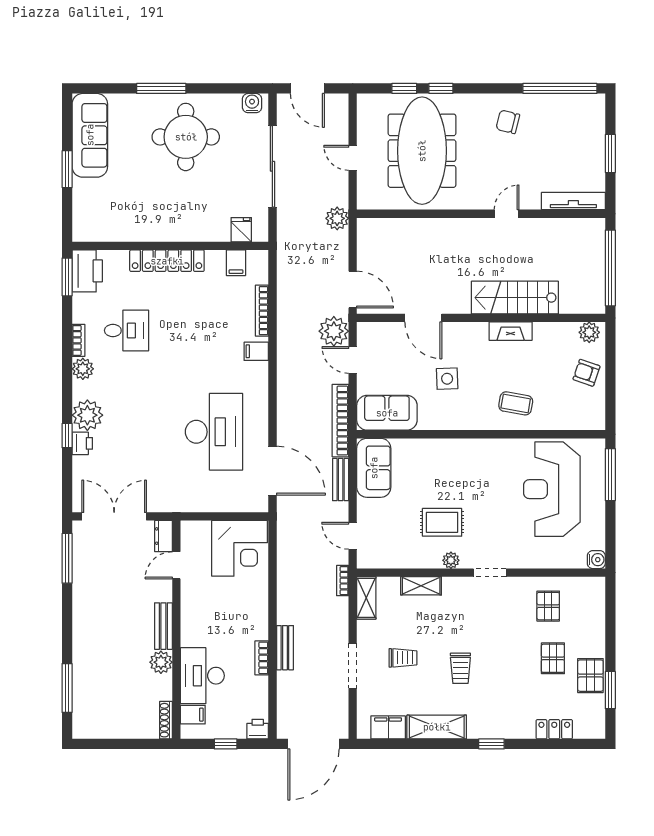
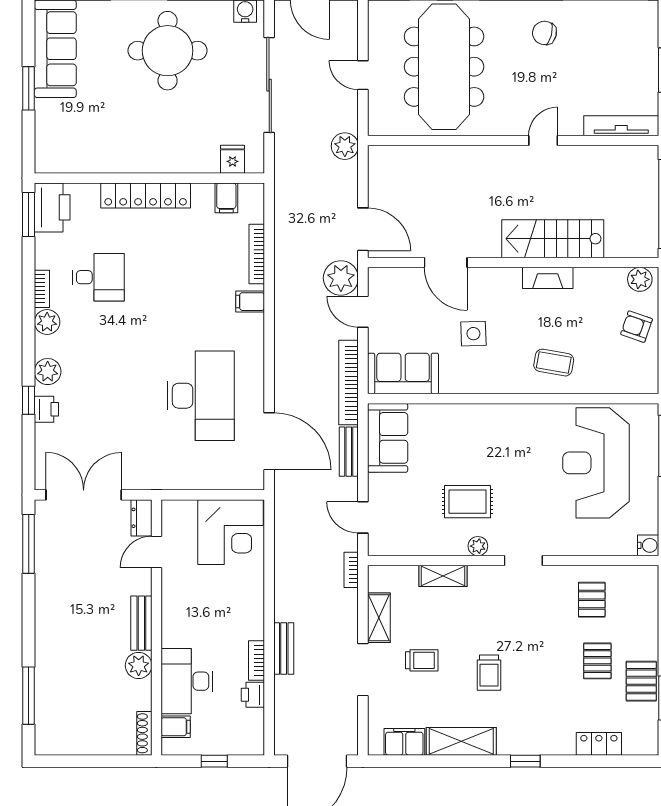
plant: (87, 415) -> (48, 372), width x0.73, depth x0.73
shelving: (366, 598) -> (379, 618), moved
printer: (258, 729) -> (253, 695), moved, turned -90

